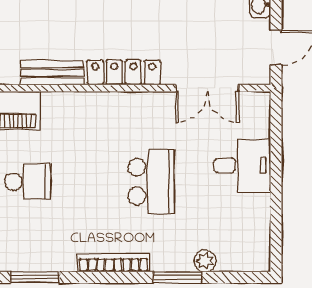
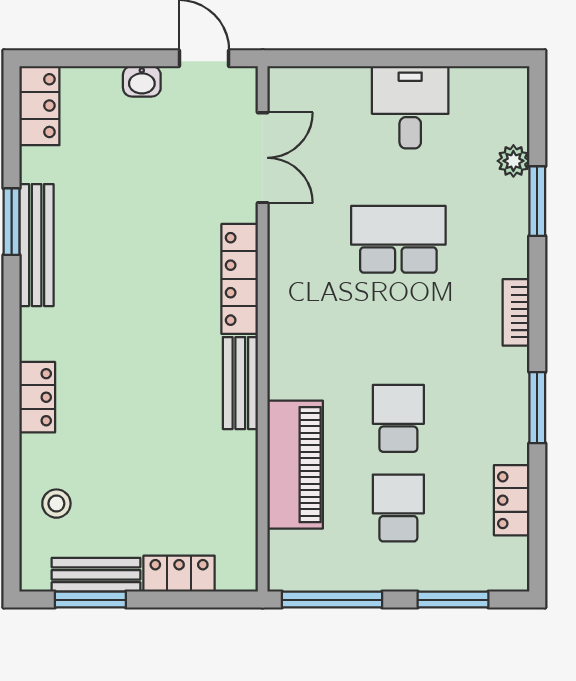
desk: (242, 165) -> (410, 107), moved
bookcase: (114, 263) -> (516, 312), width x0.64

